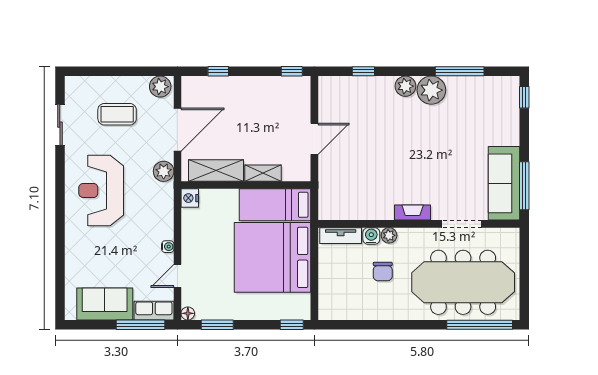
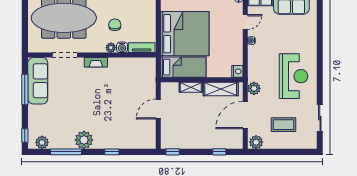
window: (363, 71) -> (112, 152), moved
plant: (405, 86) -> (42, 142), moved
window: (524, 186) -> (25, 90), moved

